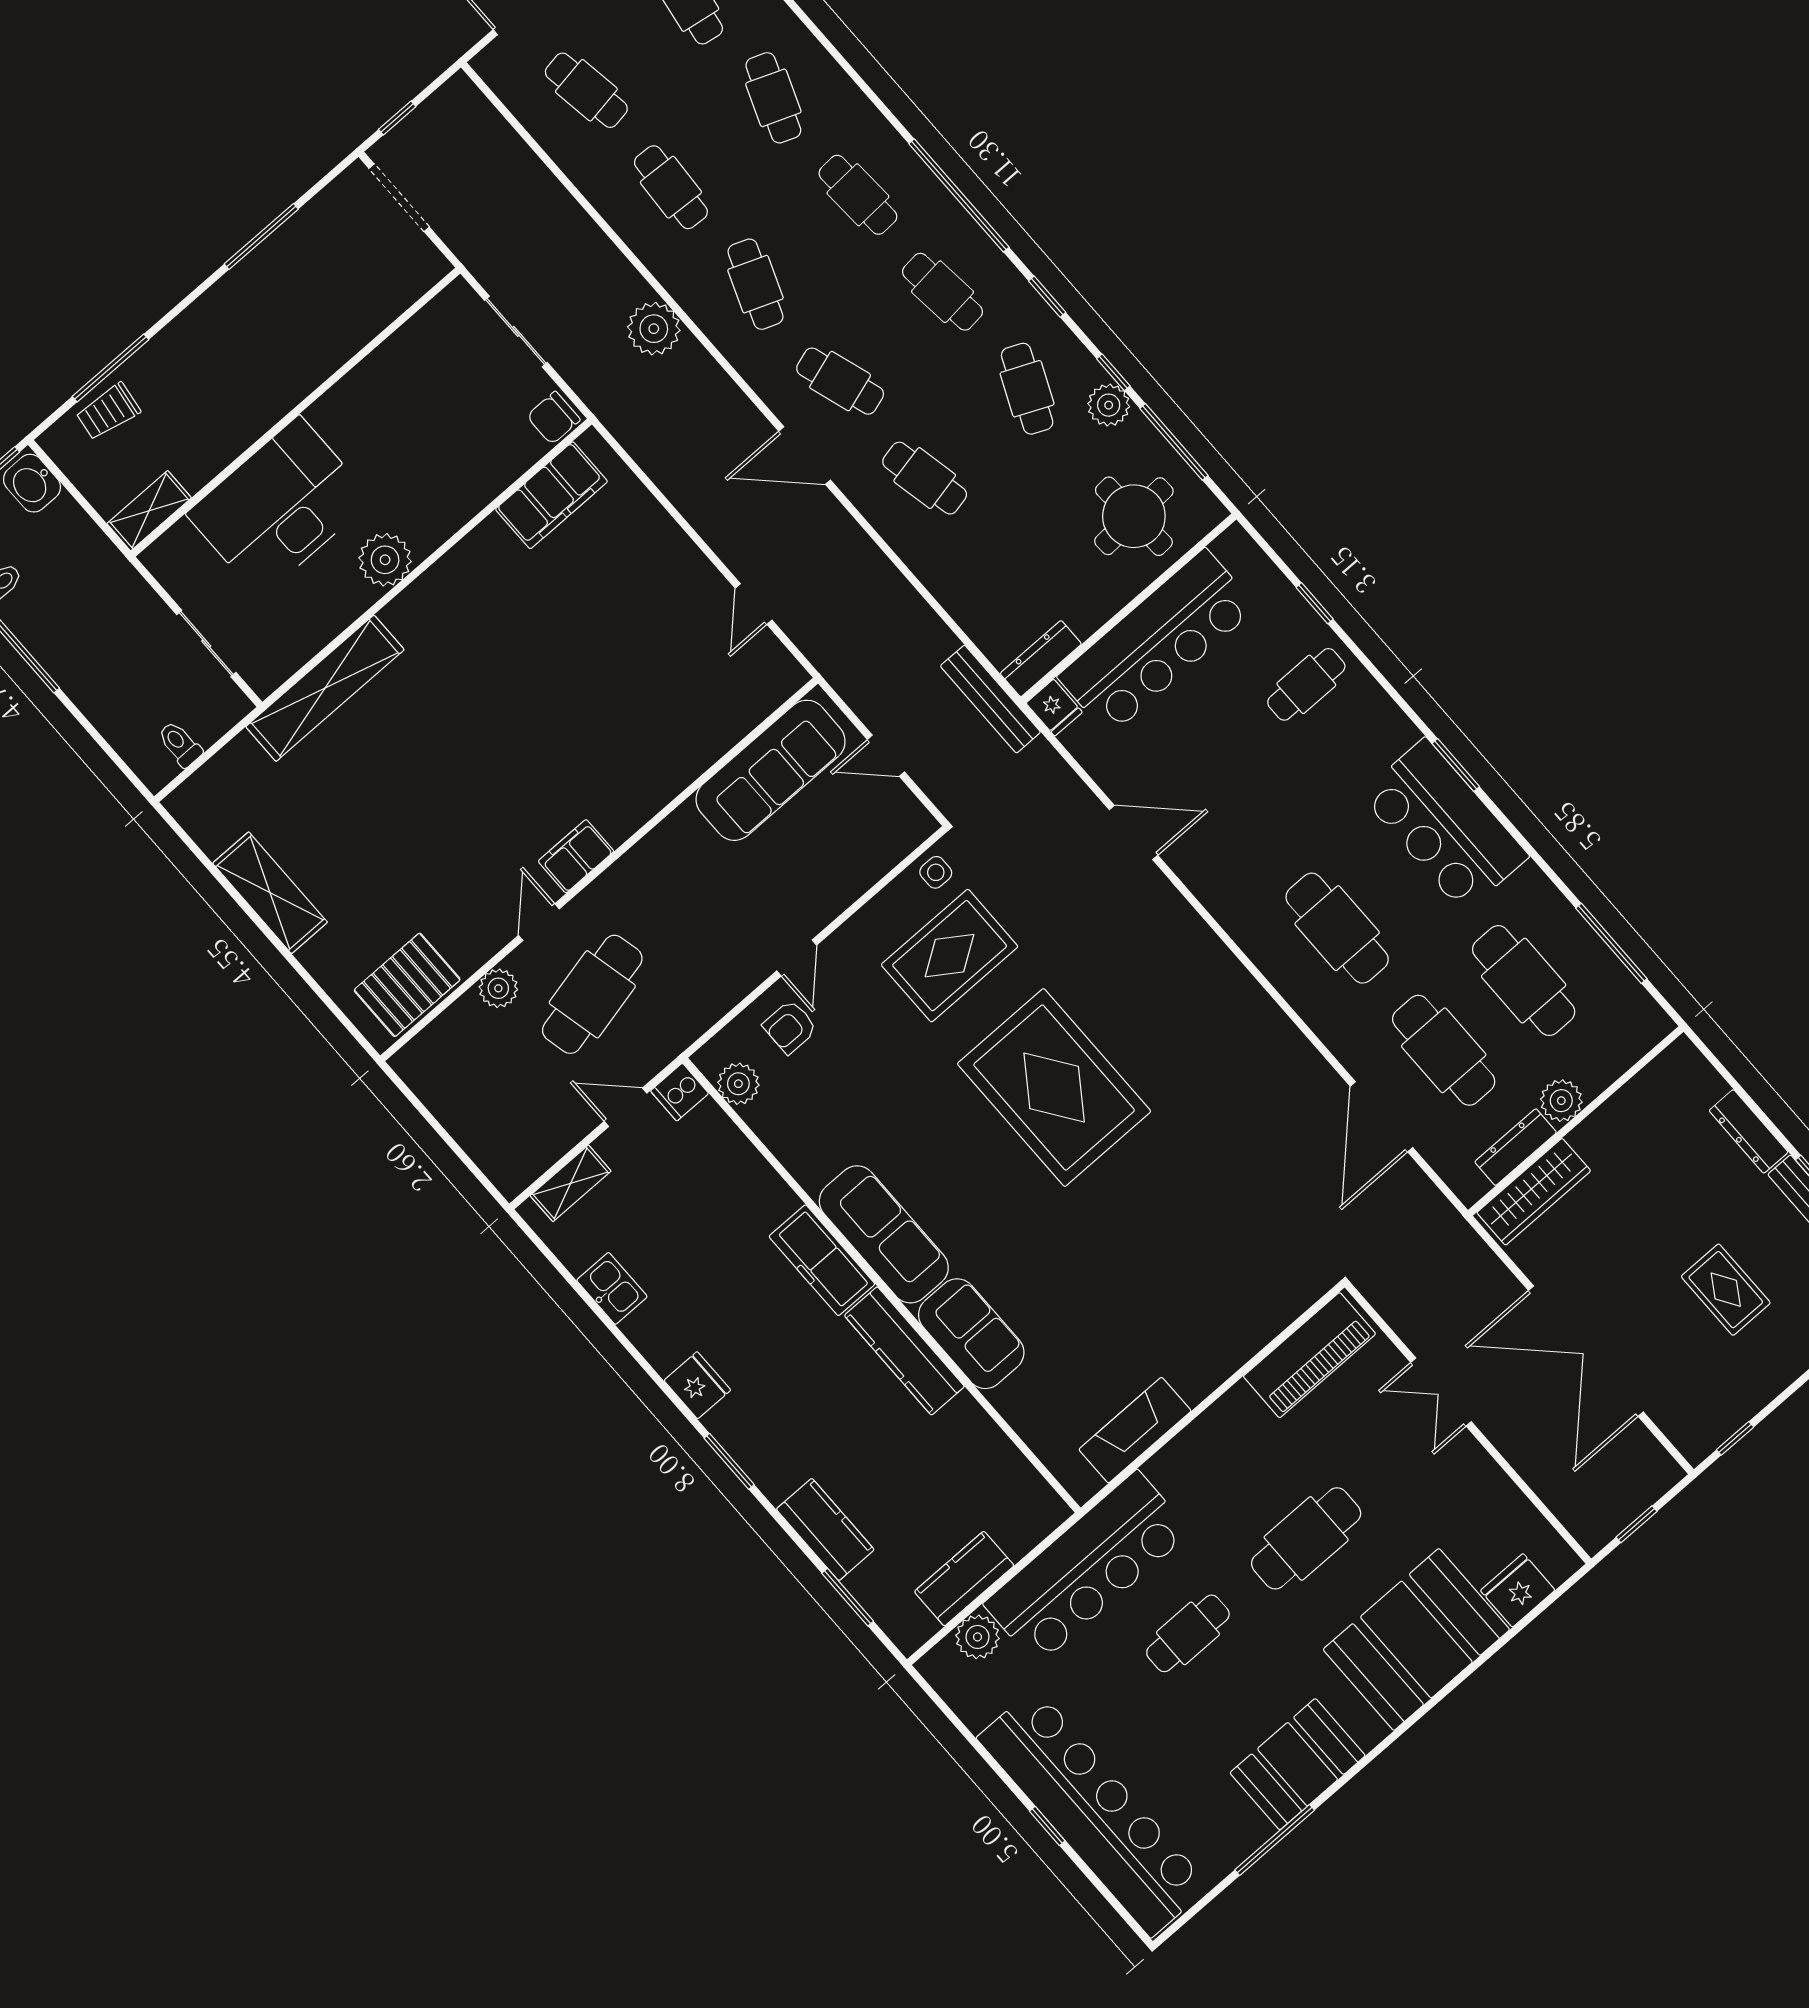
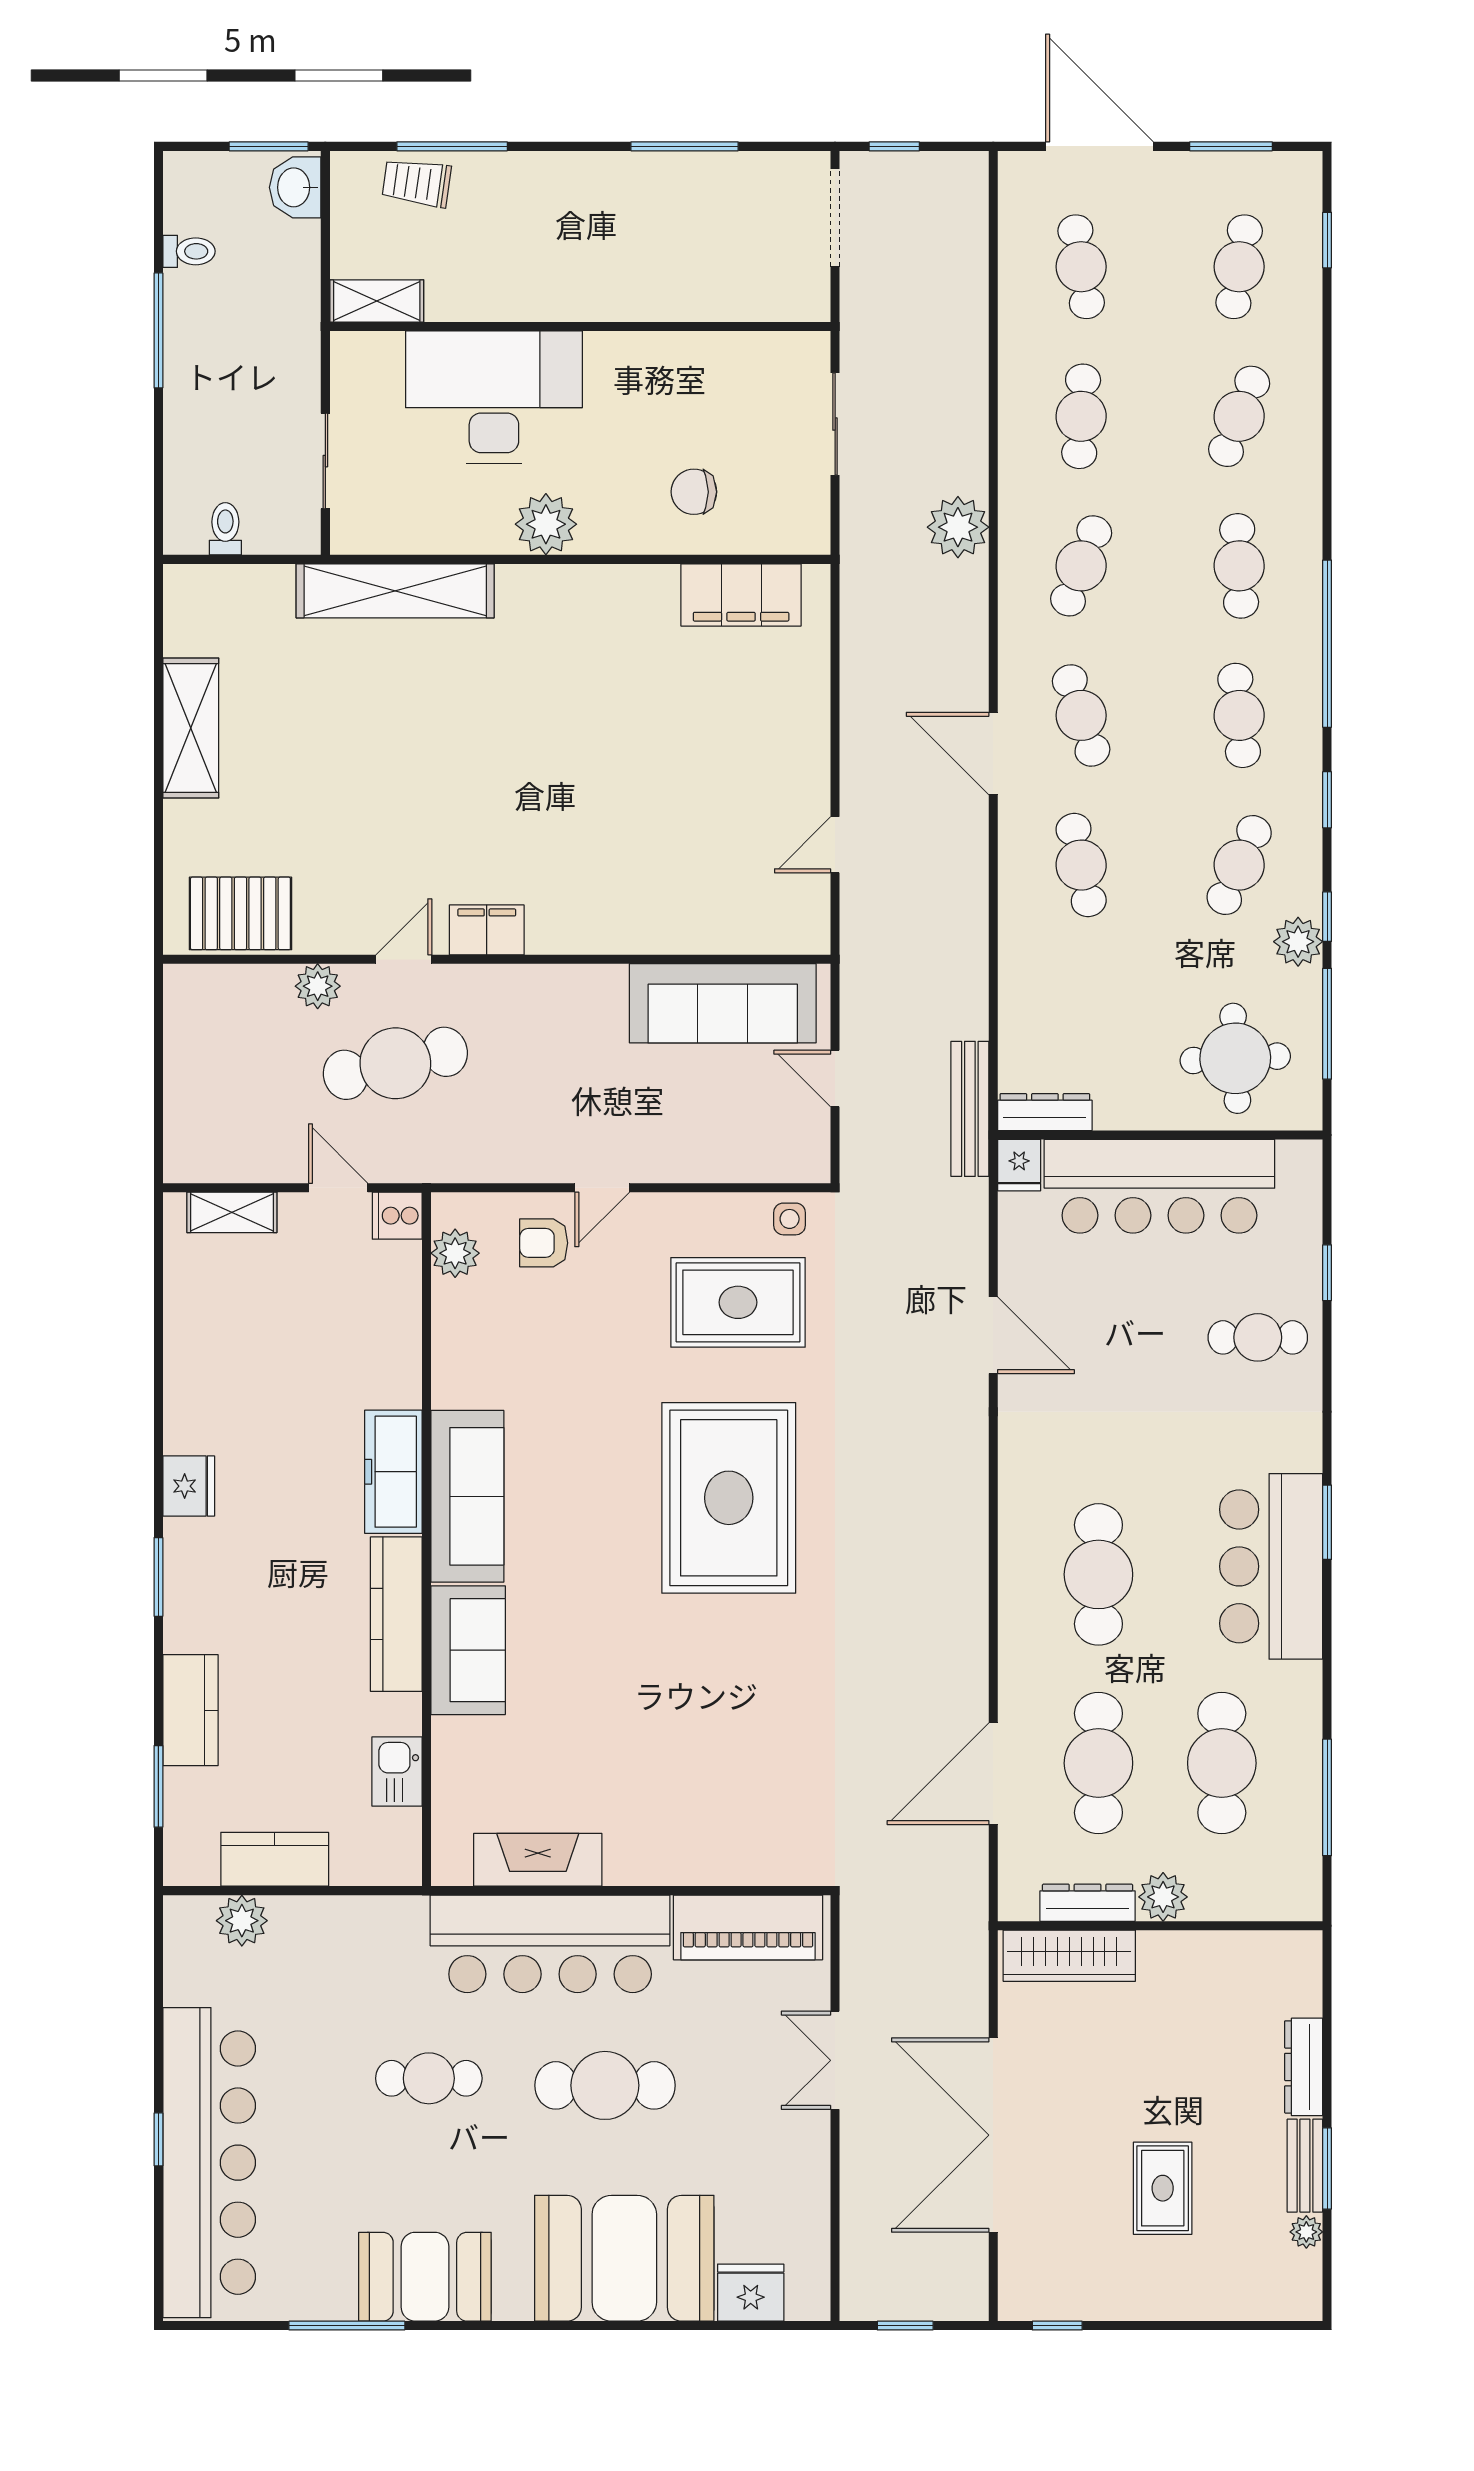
chair: (553, 418) -> (694, 492), moved
kitchen sink: (612, 1288) -> (397, 1772), moved, turned 180
bar counter: (1087, 1568) -> (550, 1944), moved

